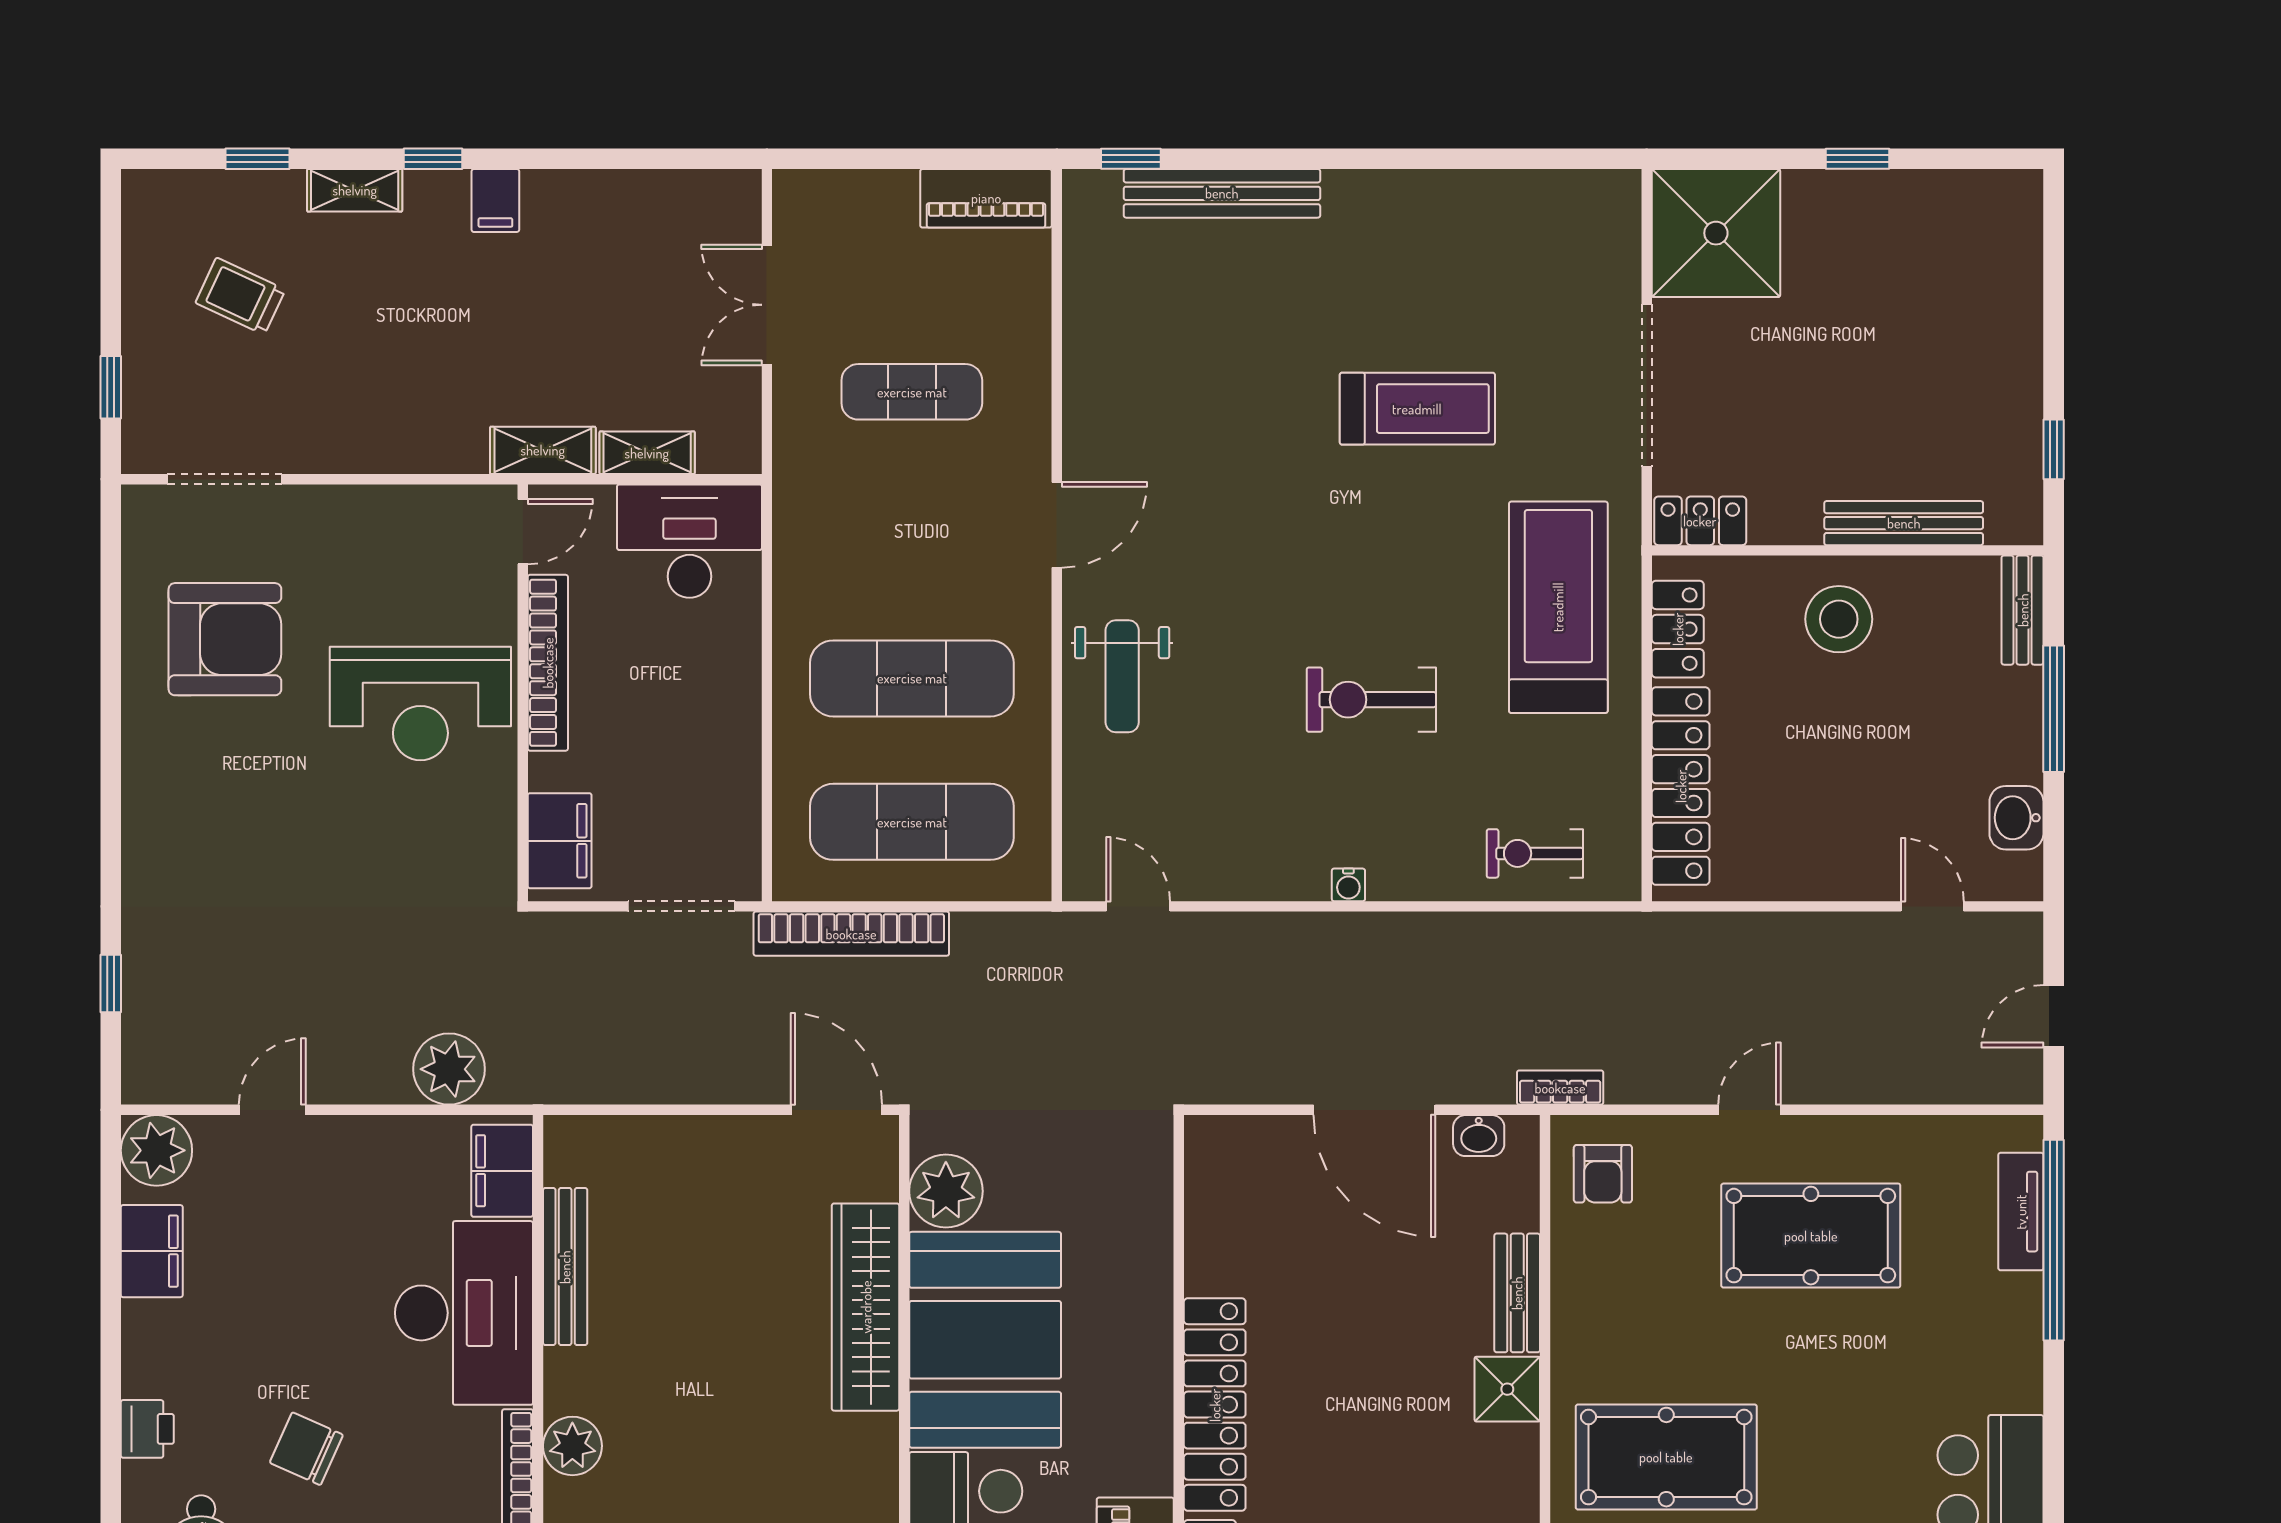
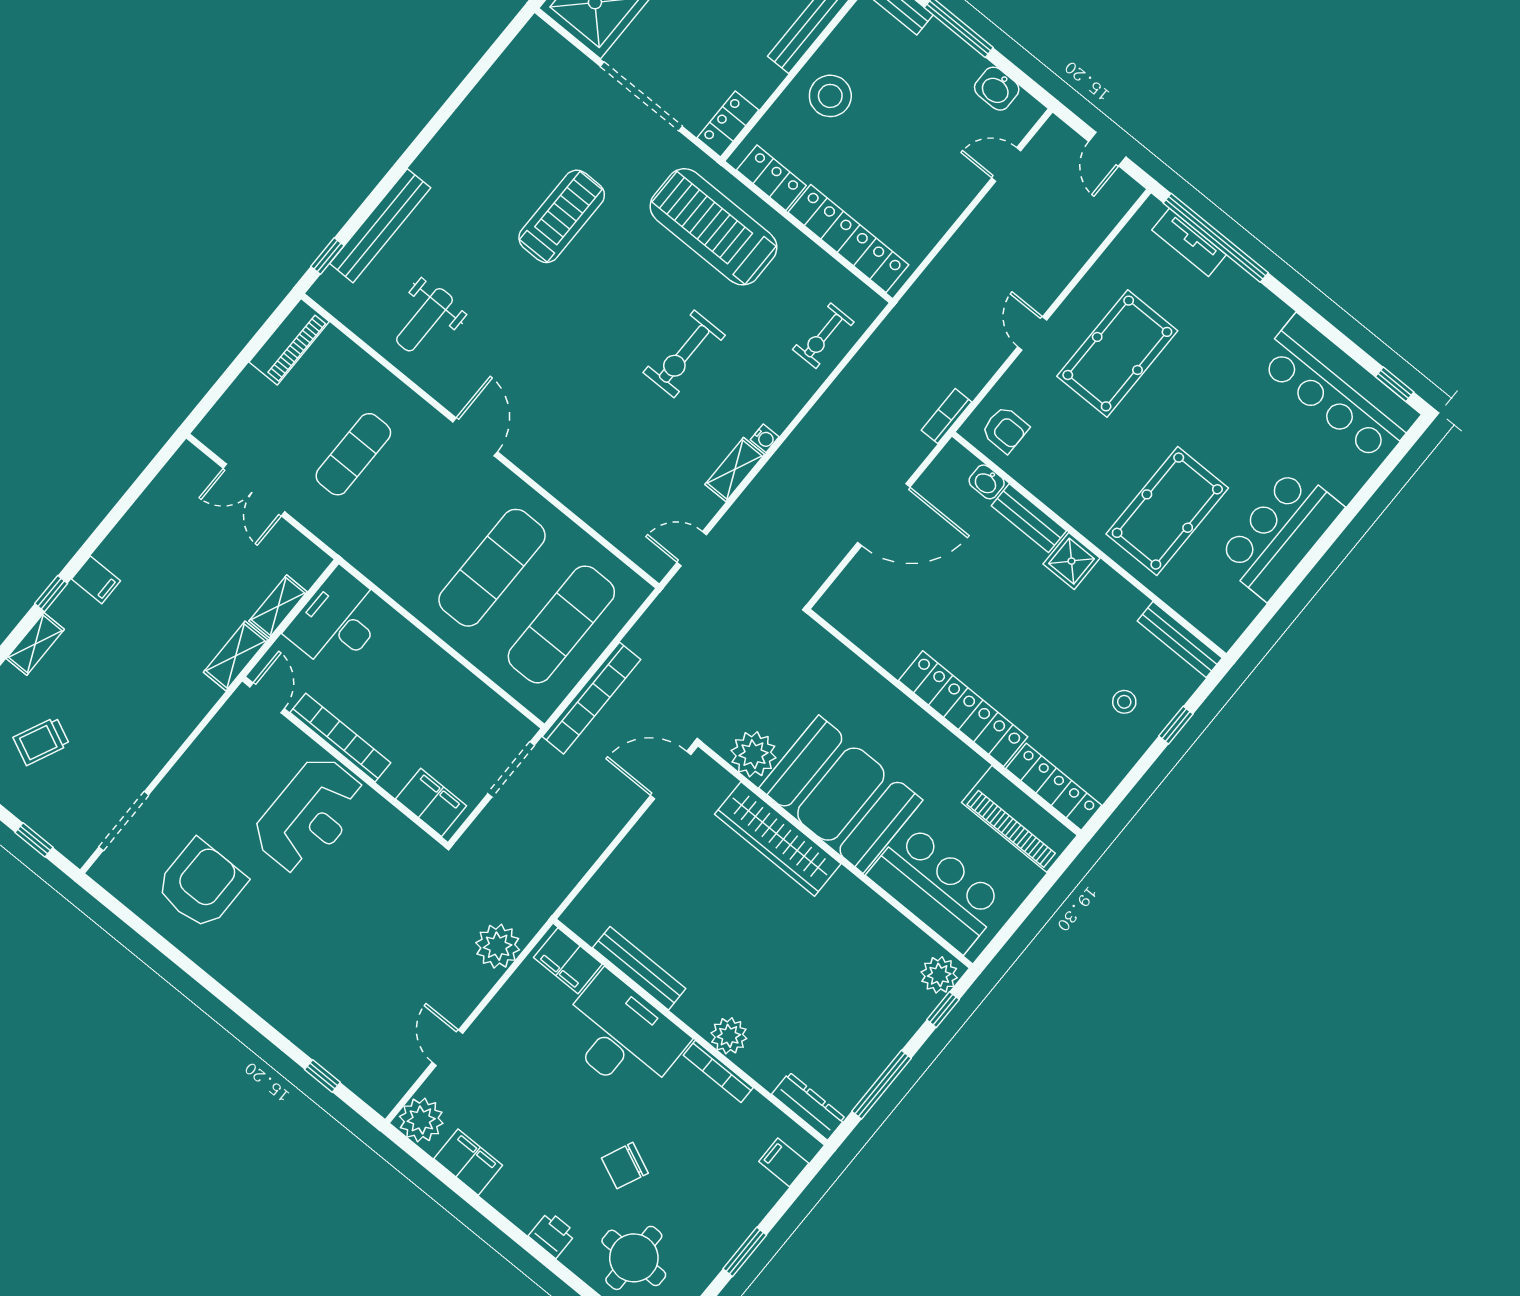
weight bench: (1122, 676) -> (424, 320), moved, turned 90
shelving: (1279, 879) -> (735, 470), added
washbasin: (1479, 1136) -> (987, 482), moved, turned 90

